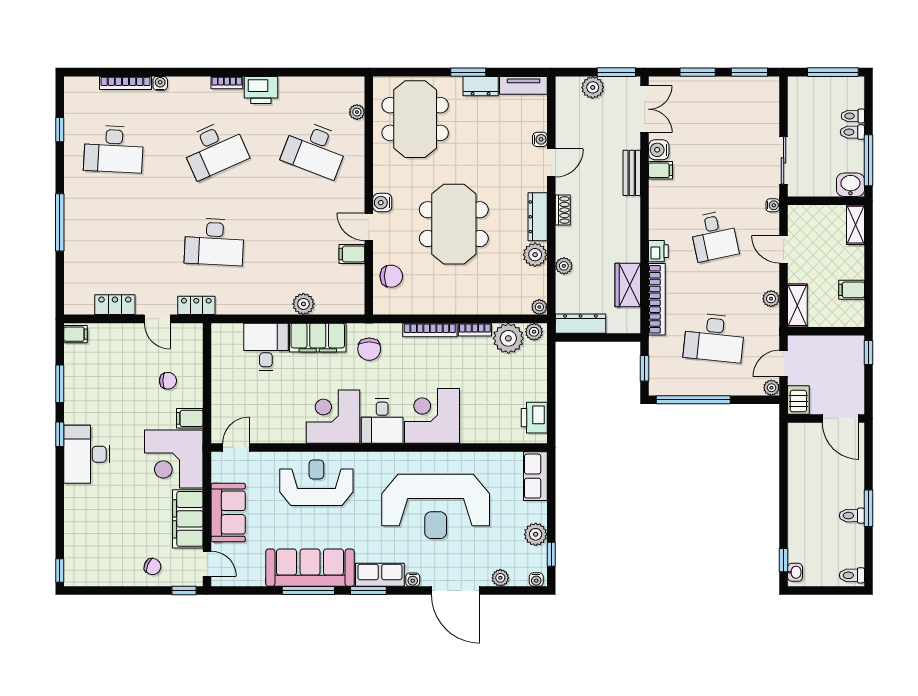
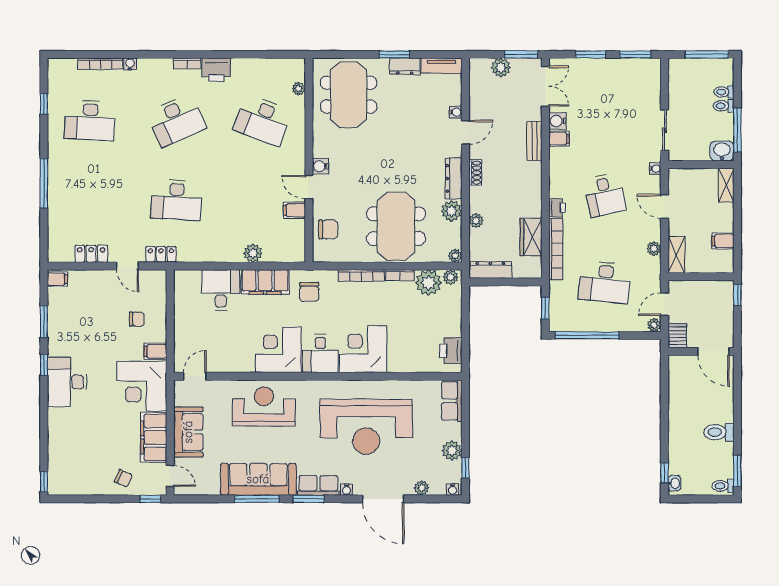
meeting table: (454, 224) -> (396, 226), moved
window: (869, 508) -> (737, 471), moved
toilet: (852, 516) -> (719, 432), width x1.37, depth x1.39

